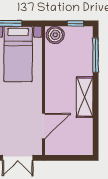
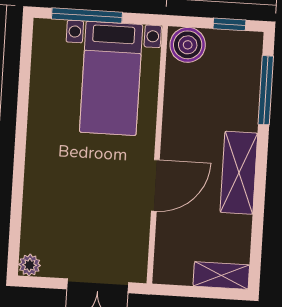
door: (43, 126) -> (155, 185), moved
shelving: (79, 149) -> (221, 276), added

